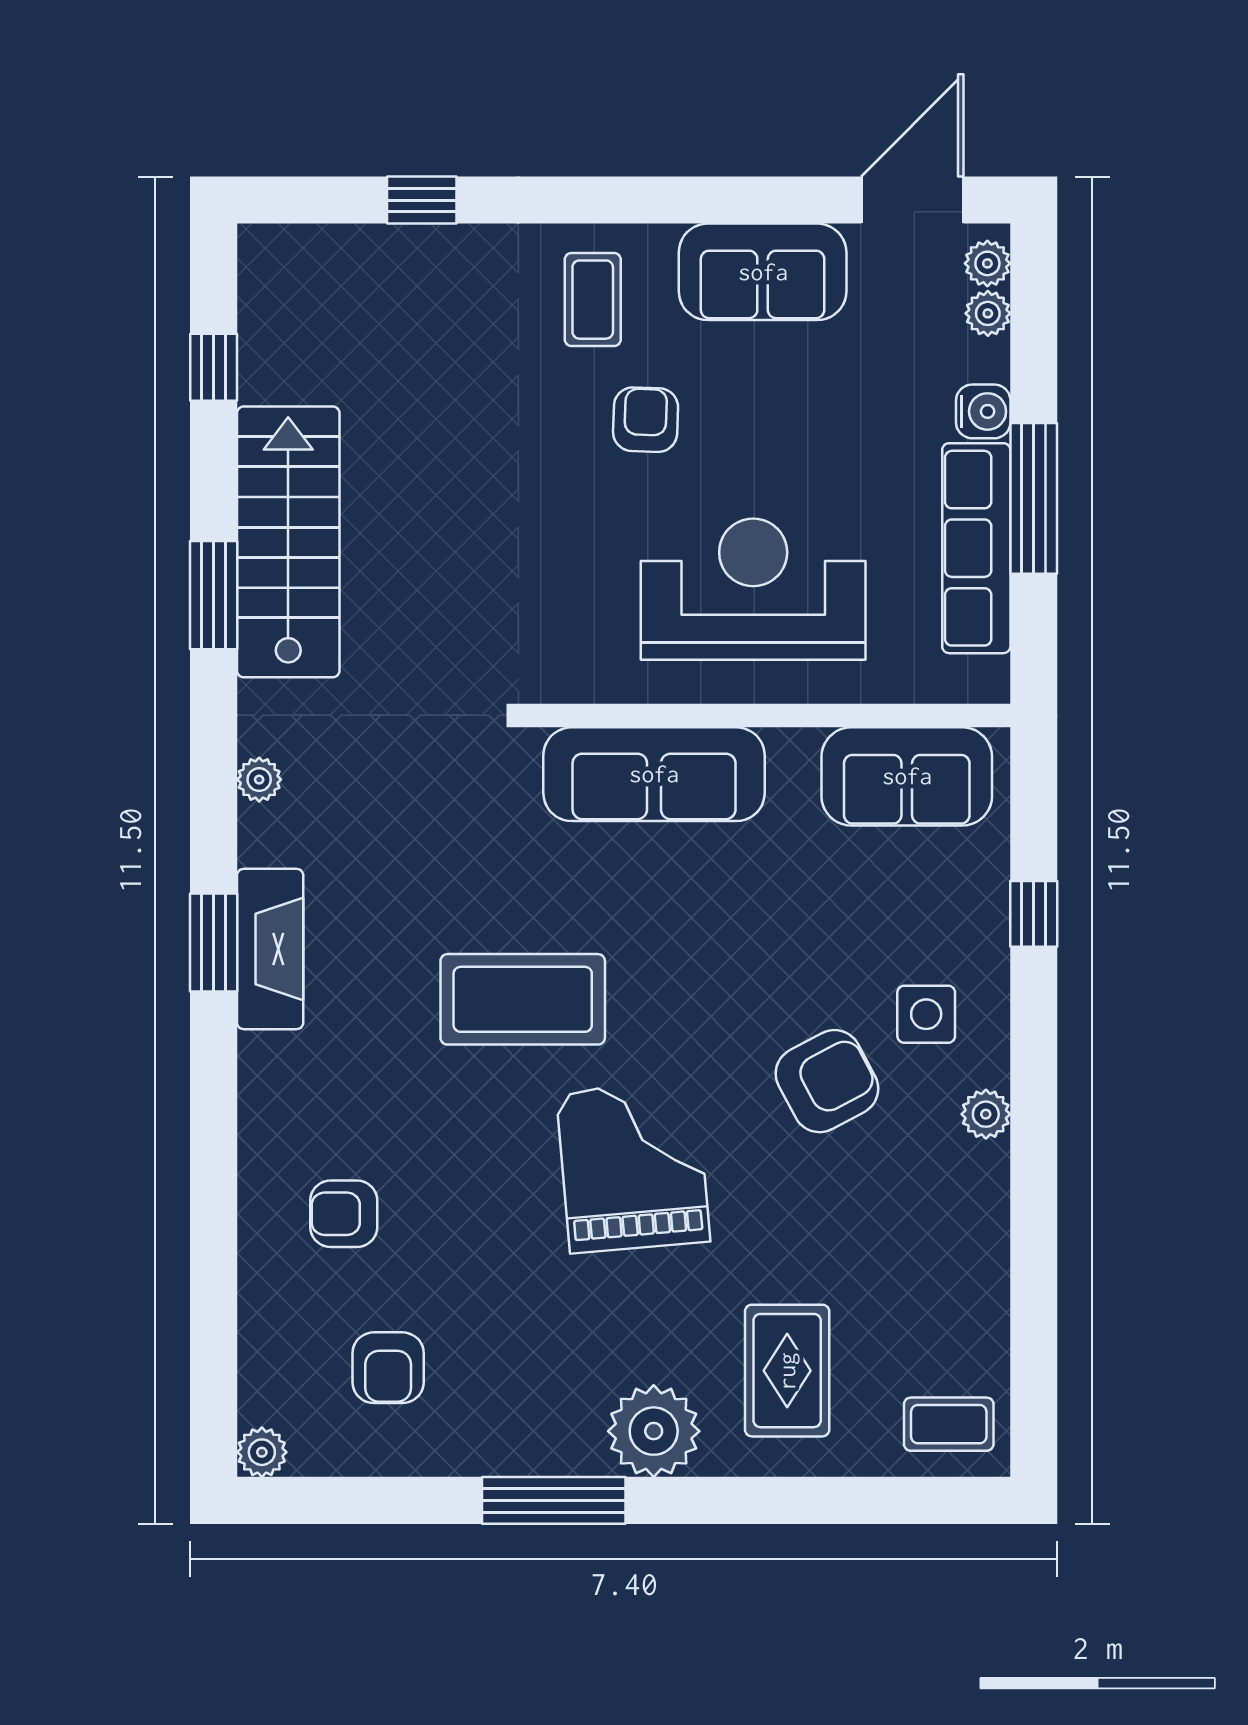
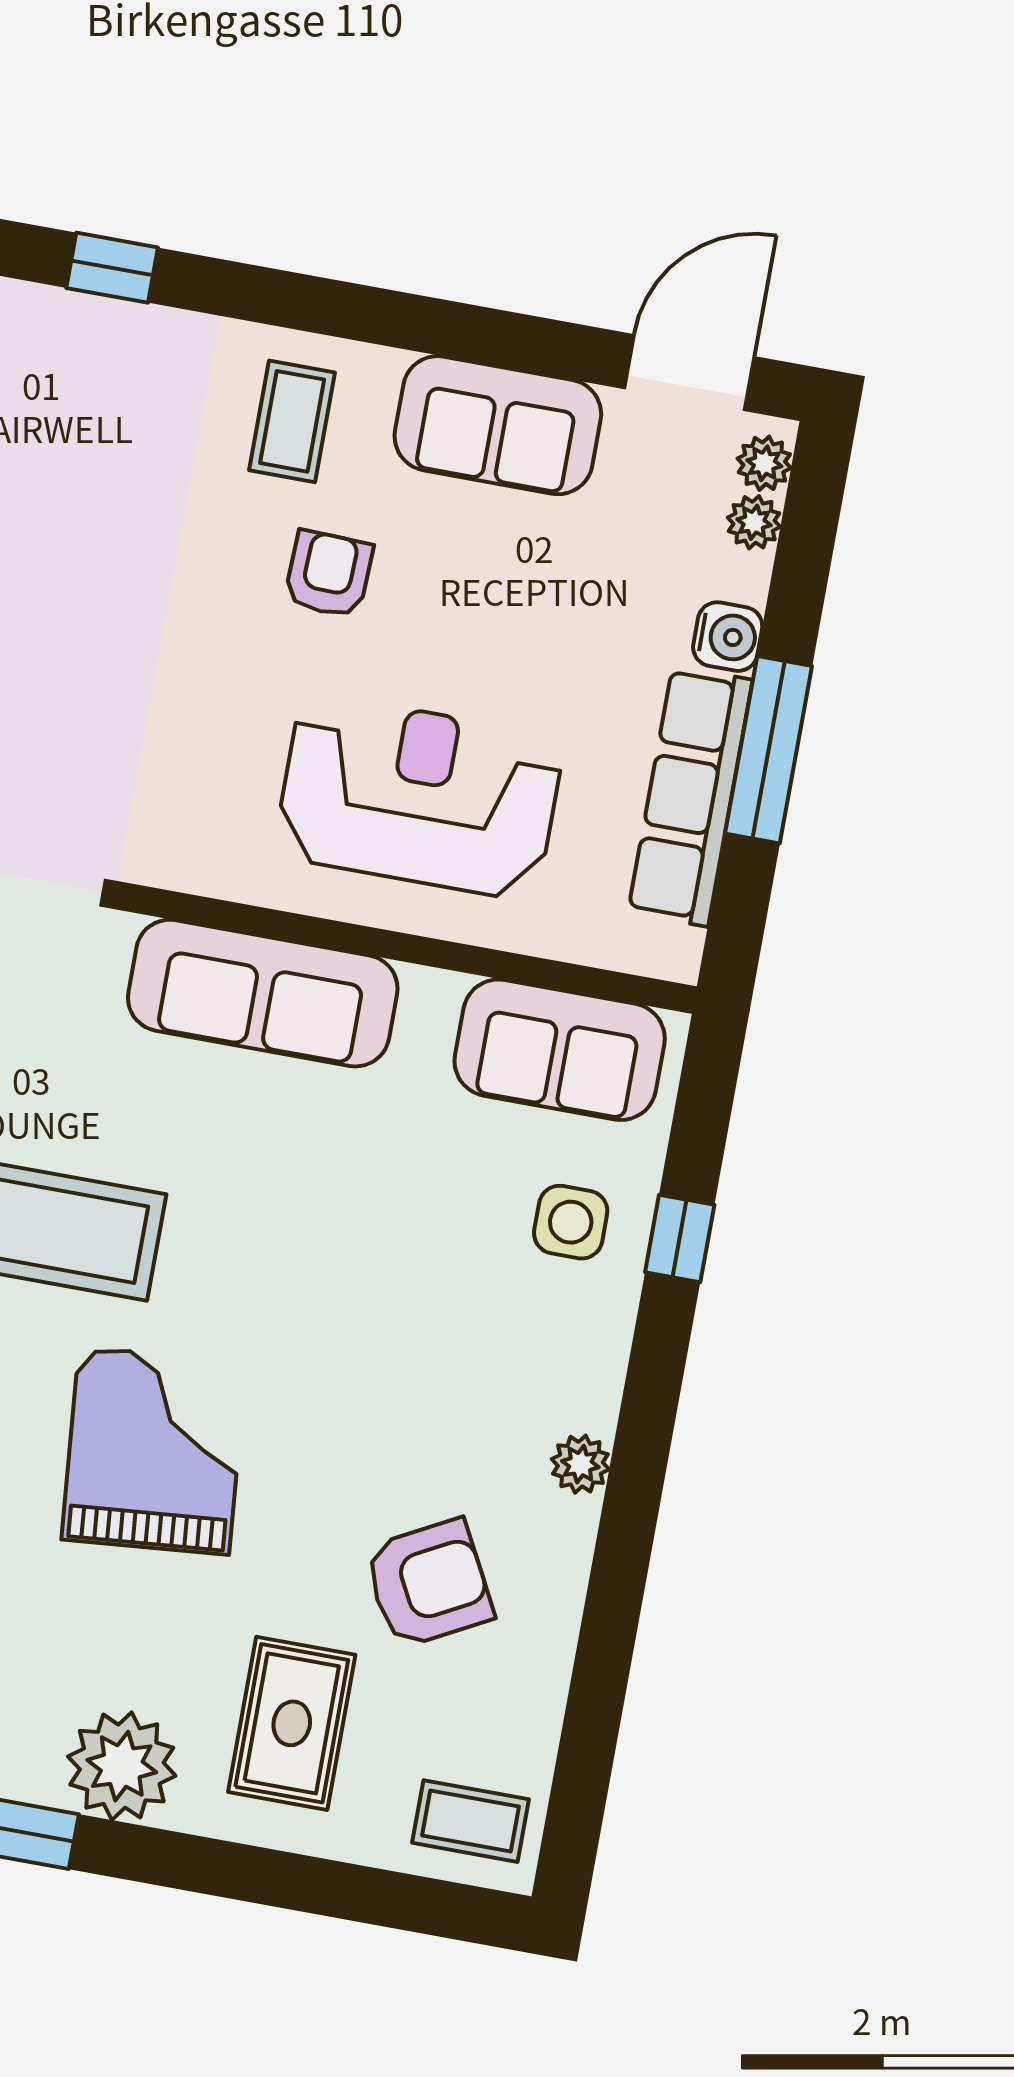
side table: (926, 1014) -> (571, 1222), moved
armchair: (827, 1081) -> (429, 1584), moved

